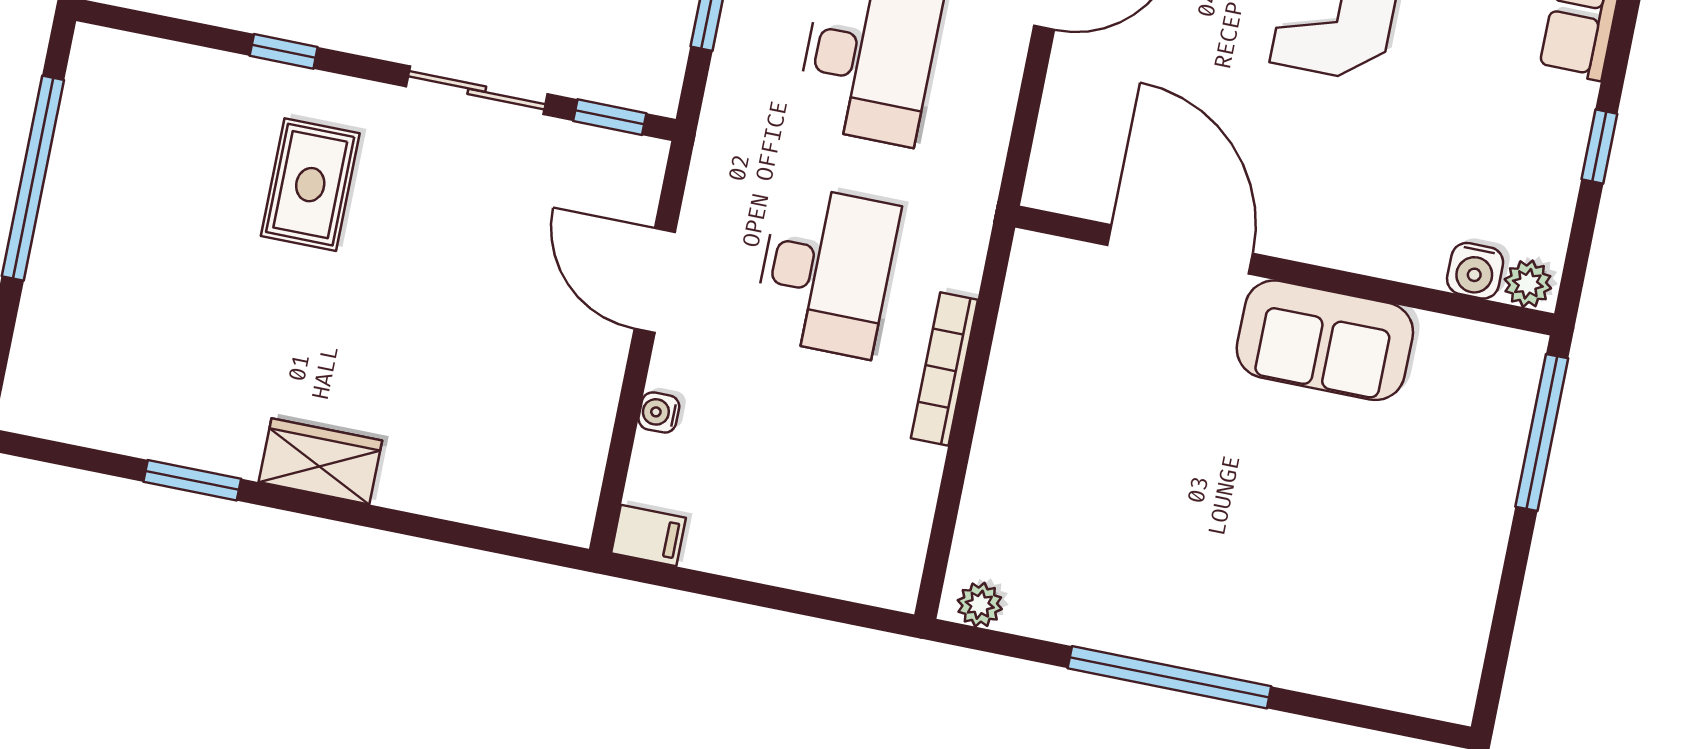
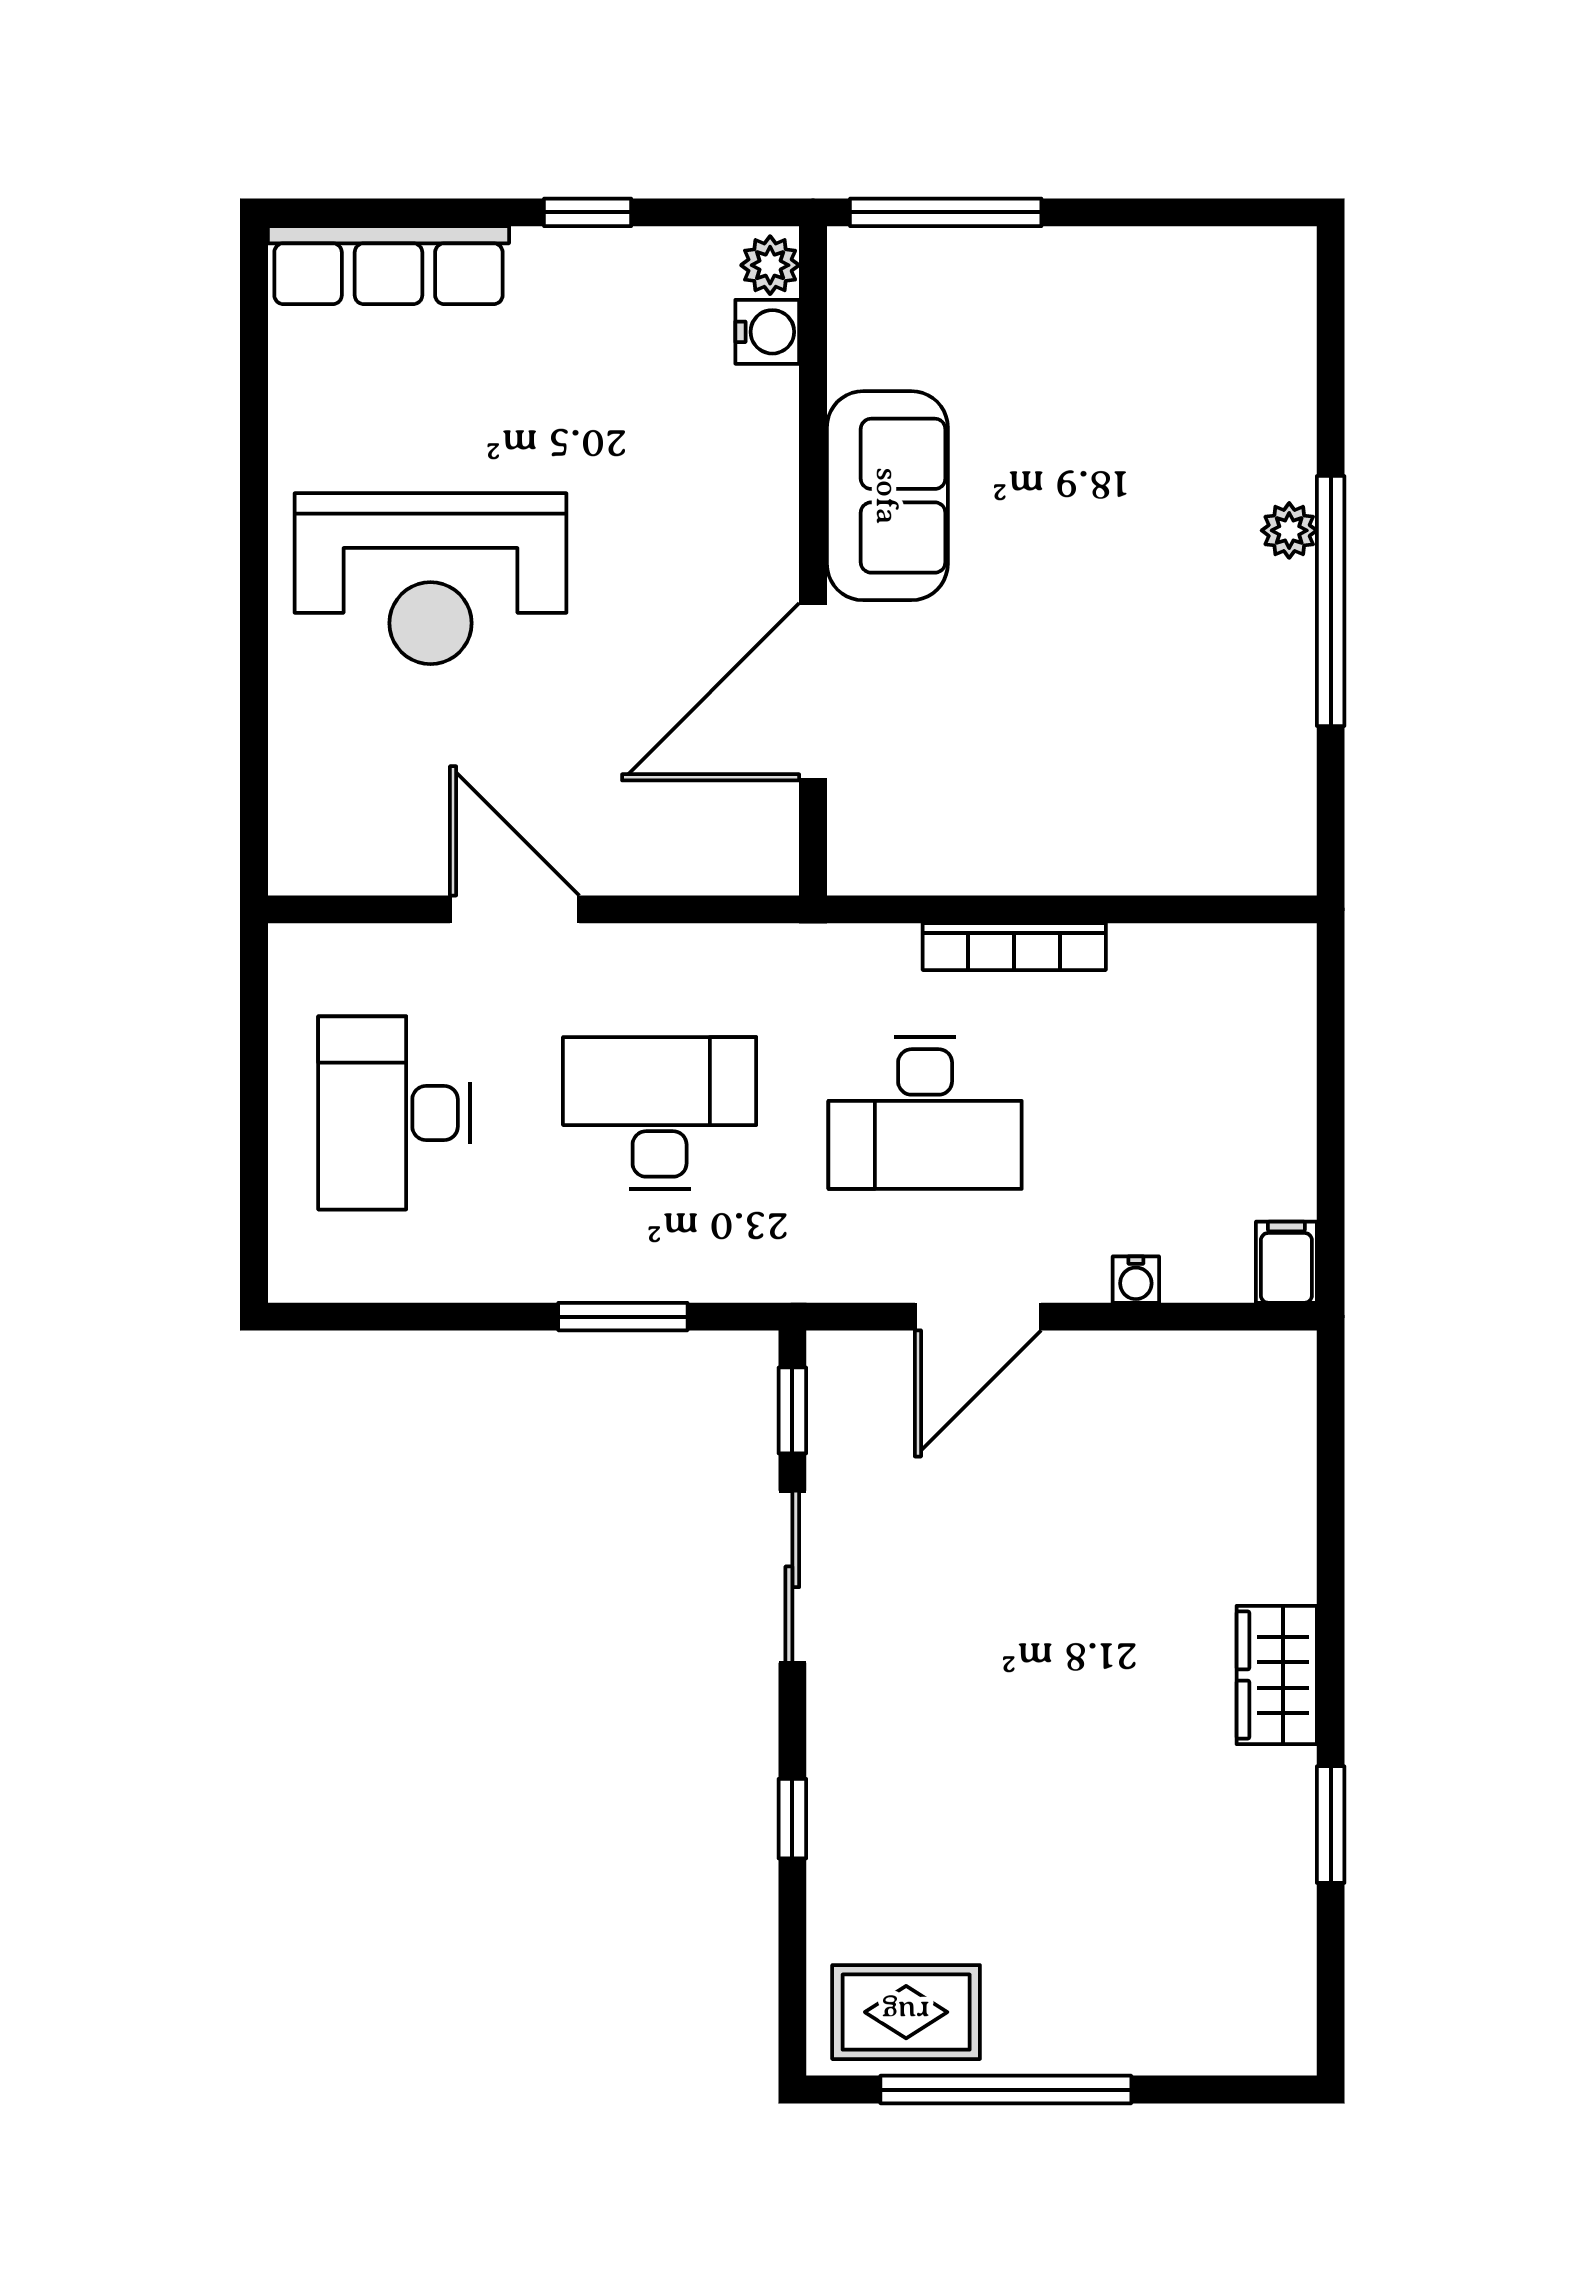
rug: (310, 185) -> (906, 2012), moved
desk: (826, 271) -> (925, 1113), turned 180
plant: (980, 605) -> (1289, 530), moved

